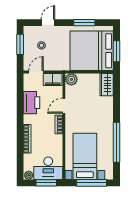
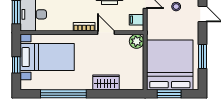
filing cabinet: (53, 79) -> (136, 20), width x0.50
wardrobe: (107, 85) -> (106, 82), moved
window: (92, 183) -> (16, 65), width x0.46

